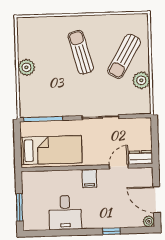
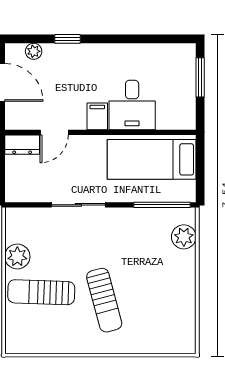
sun lounger: (124, 56) -> (41, 292), turned -118
plant: (26, 67) -> (184, 237), moved
desk: (65, 213) -> (132, 105), moved, turned 180
plant: (149, 221) -> (34, 51), moved

